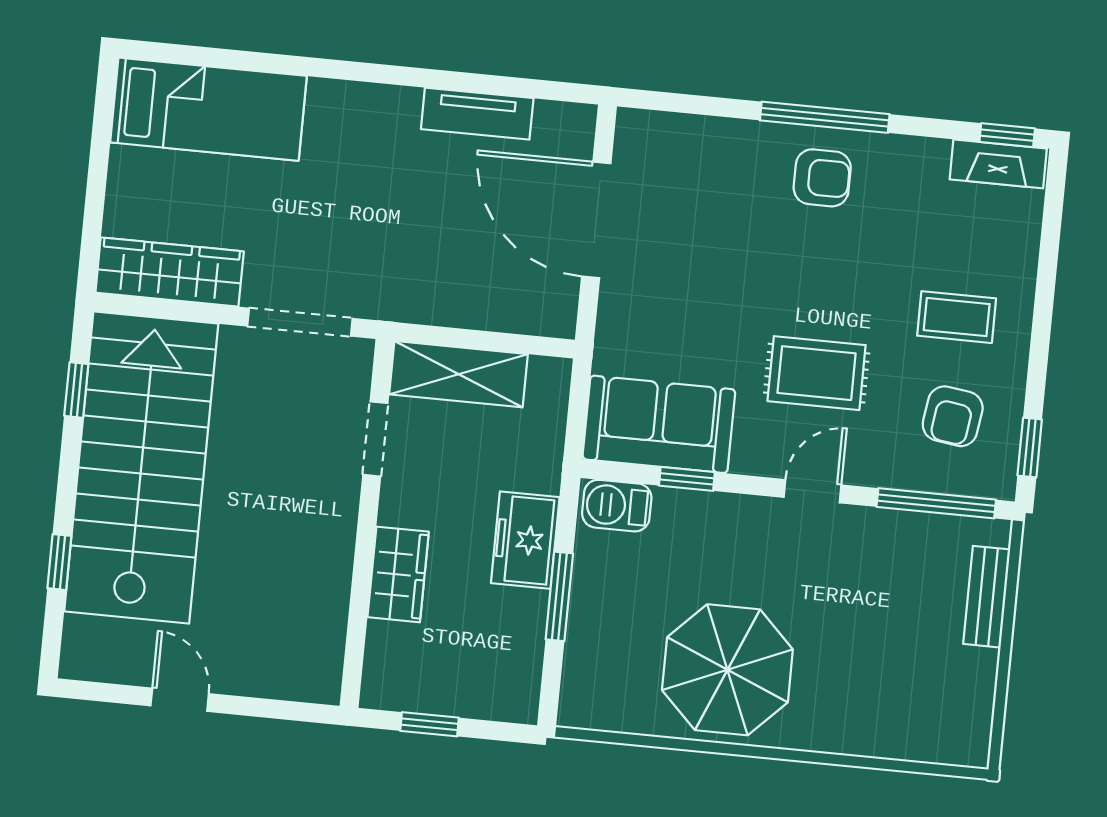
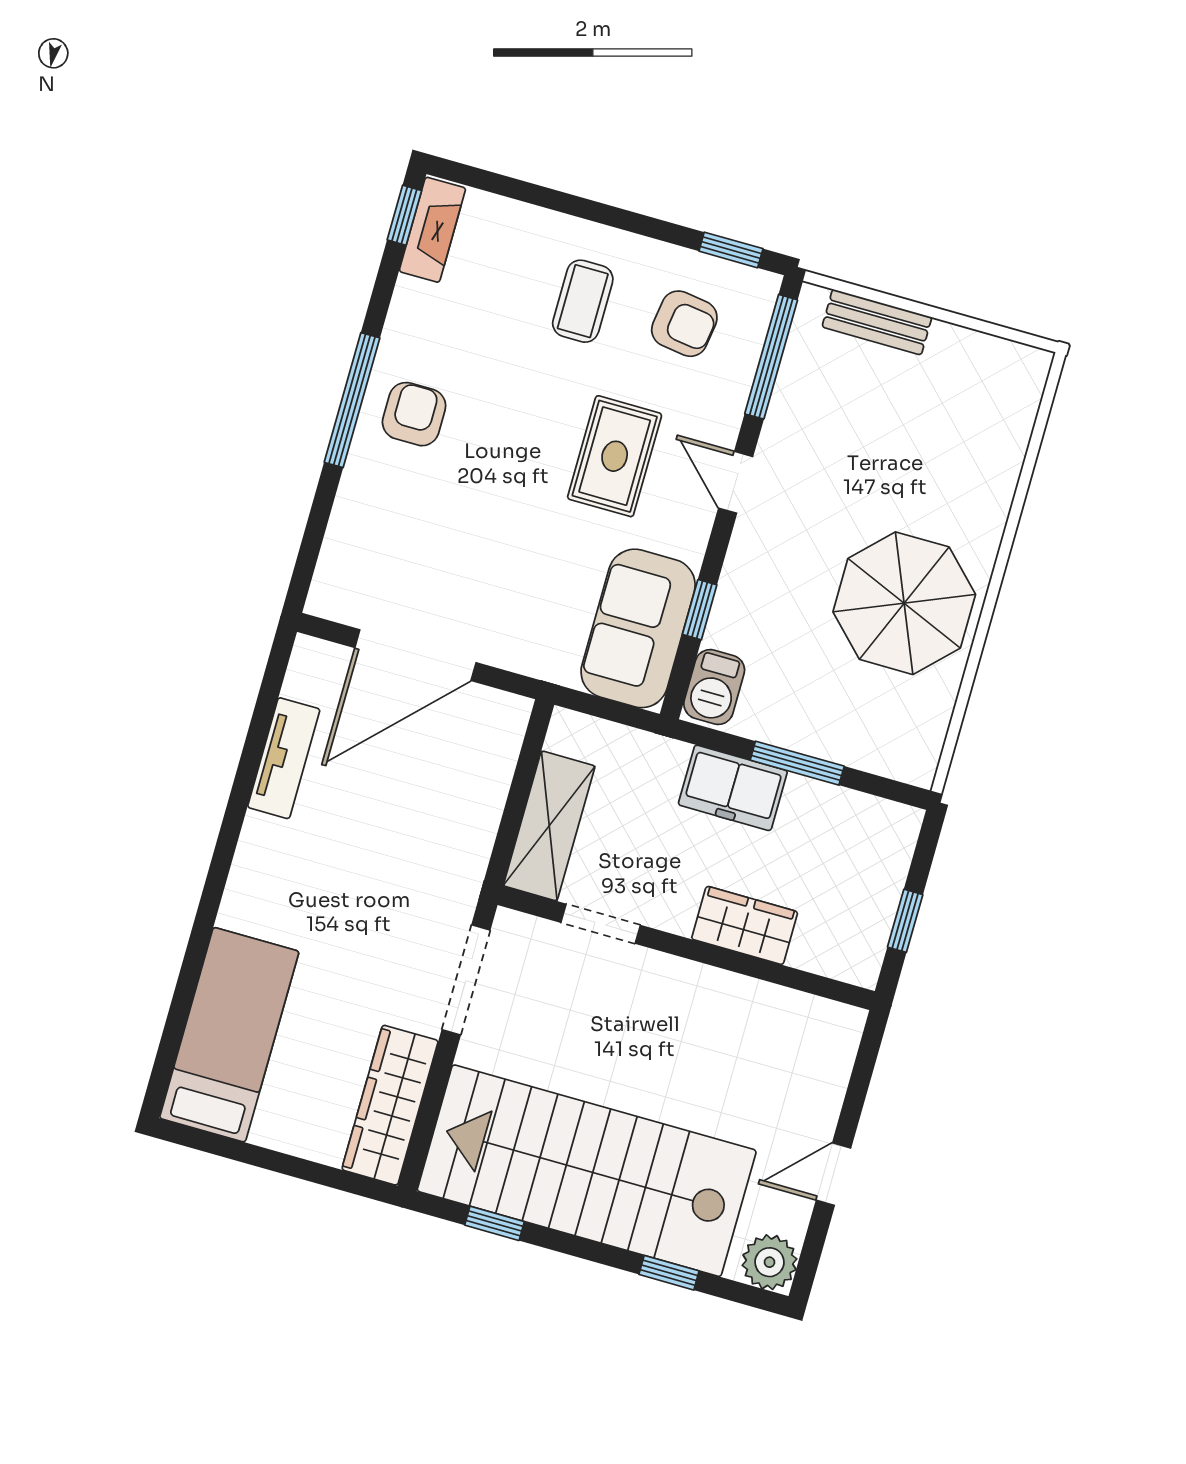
plant: (86, 655) -> (769, 1262), added

